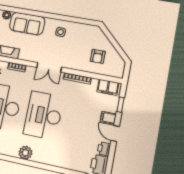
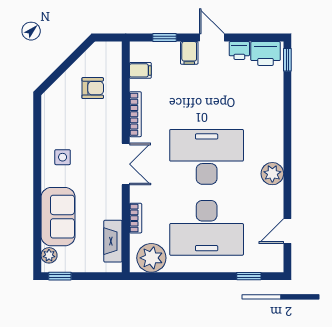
filing cabinet: (108, 87) -> (140, 70), width x0.50
desk: (44, 115) -> (207, 157), turned 180
door: (115, 134) -> (212, 38), swing flipped

